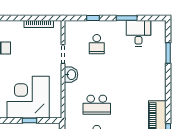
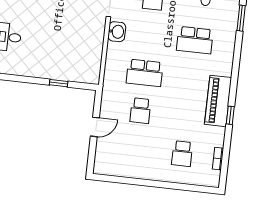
school desk: (134, 74) -> (195, 40), added
corner desk: (28, 97) -> (60, 54), removed

